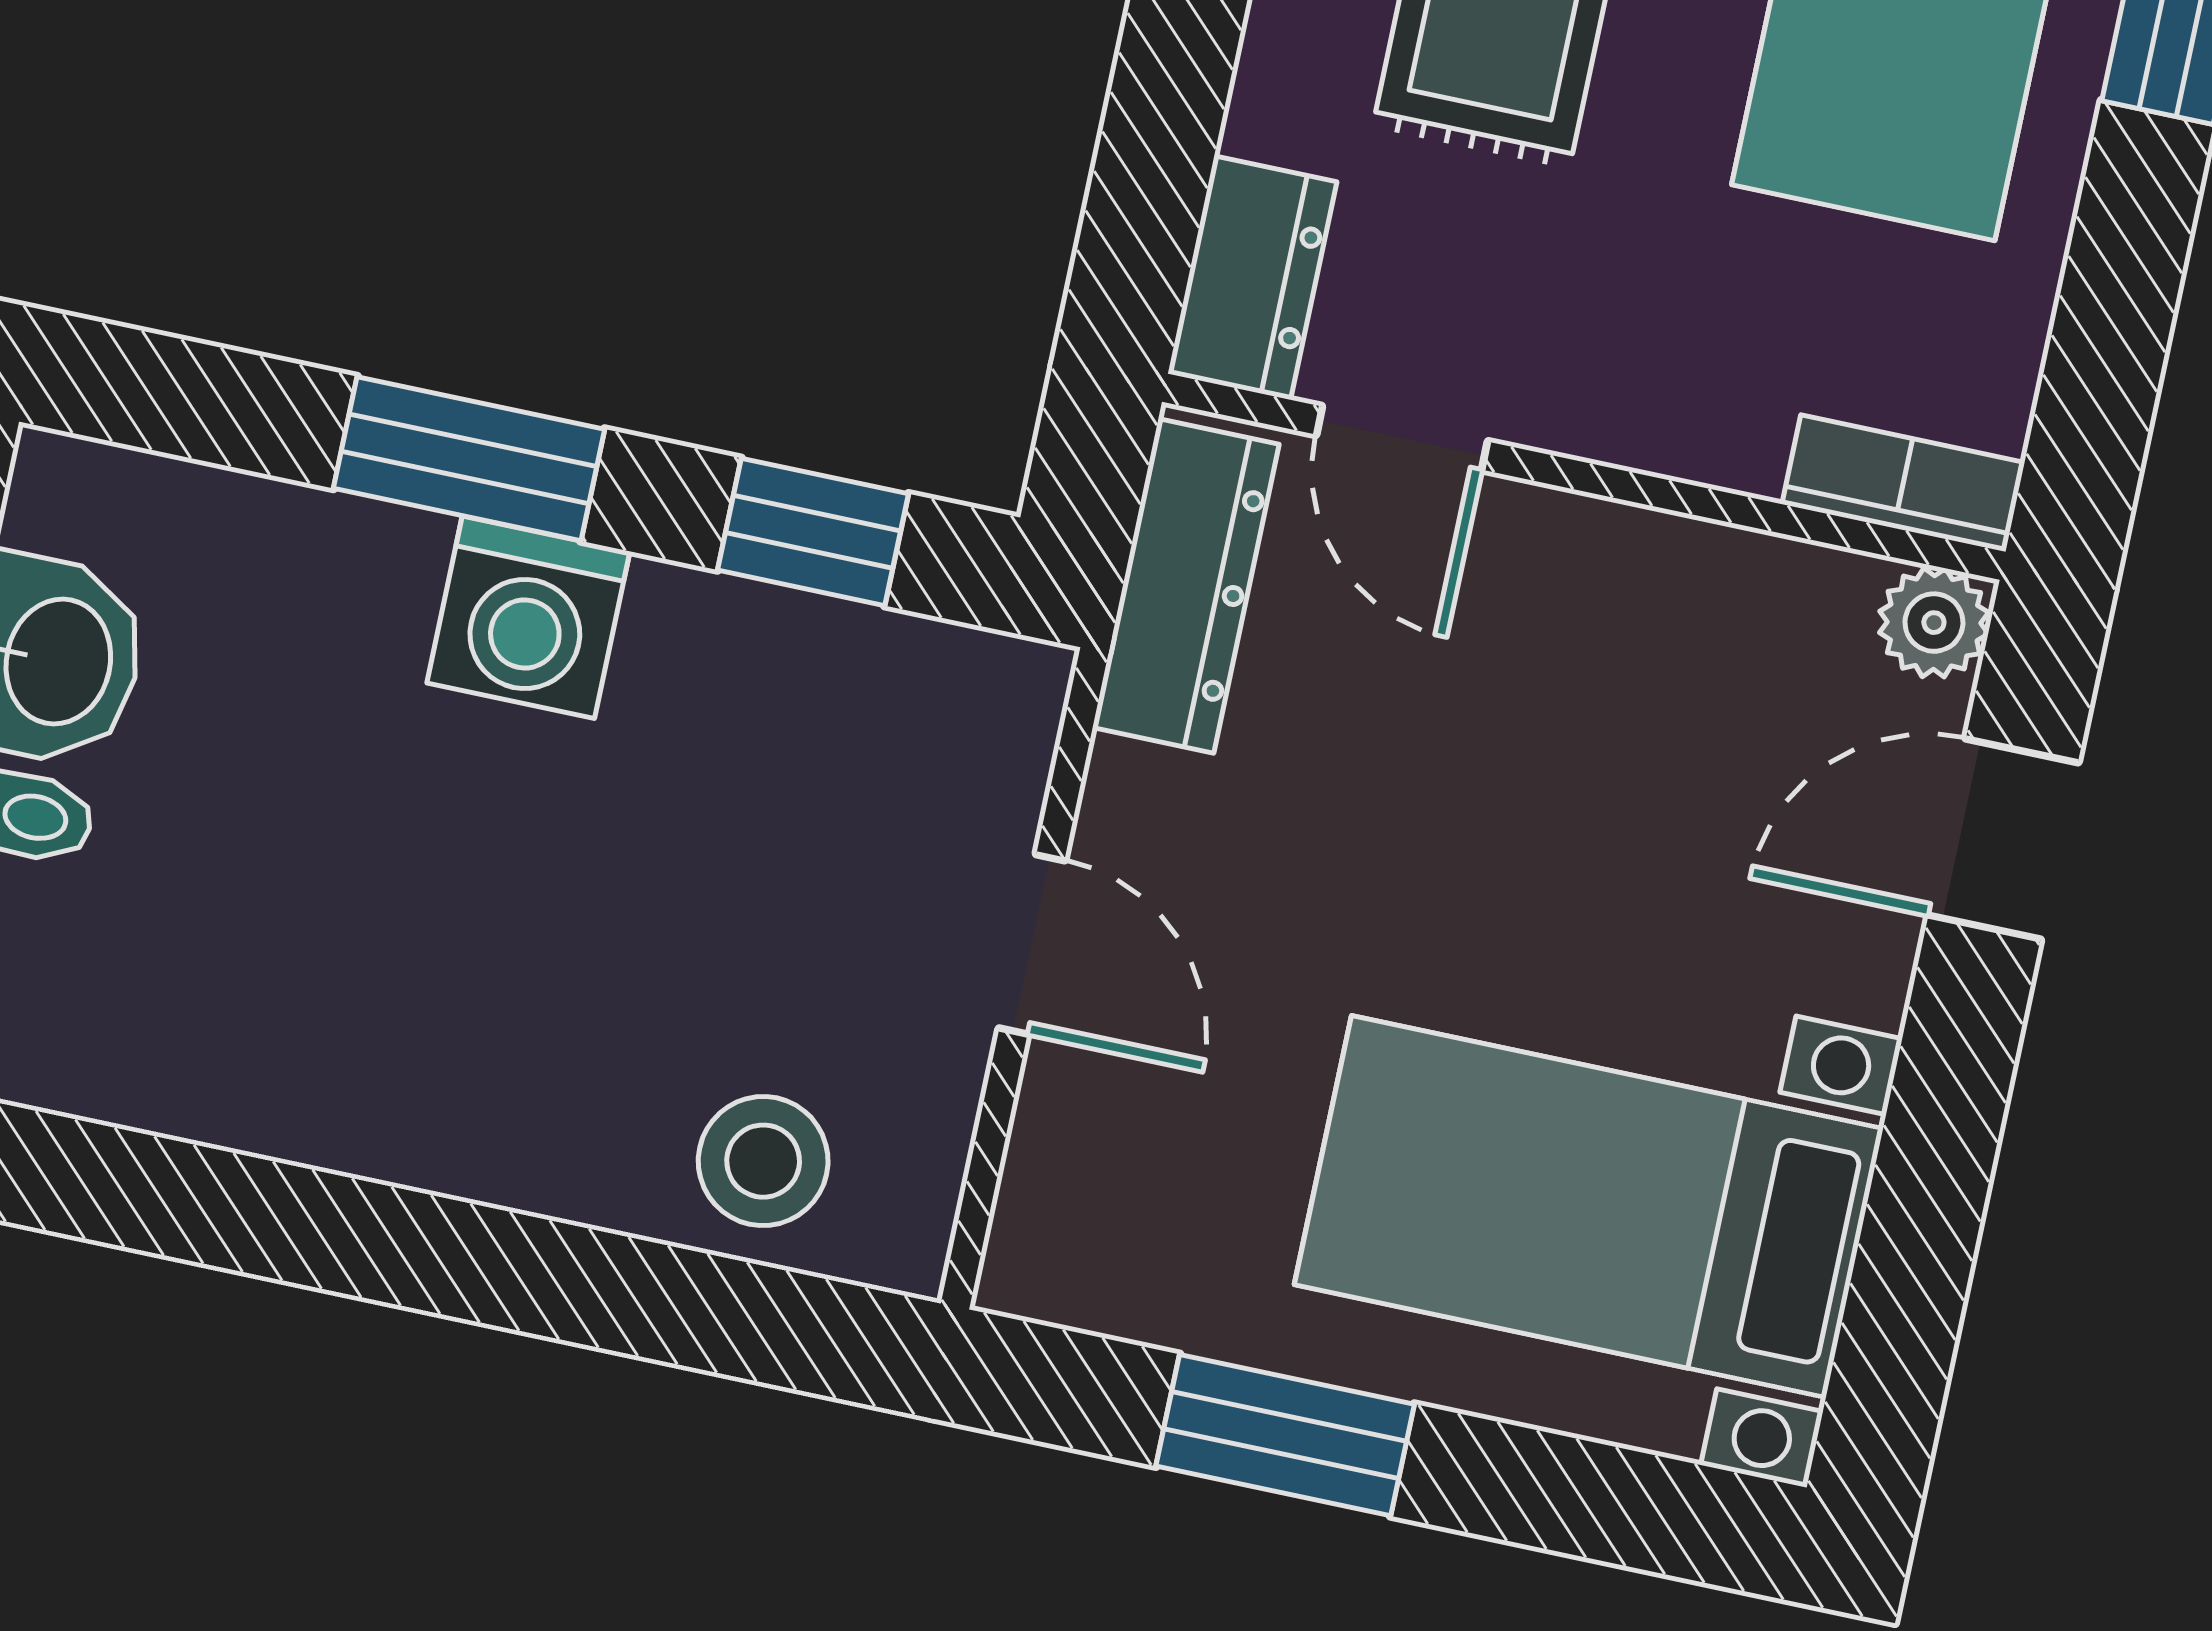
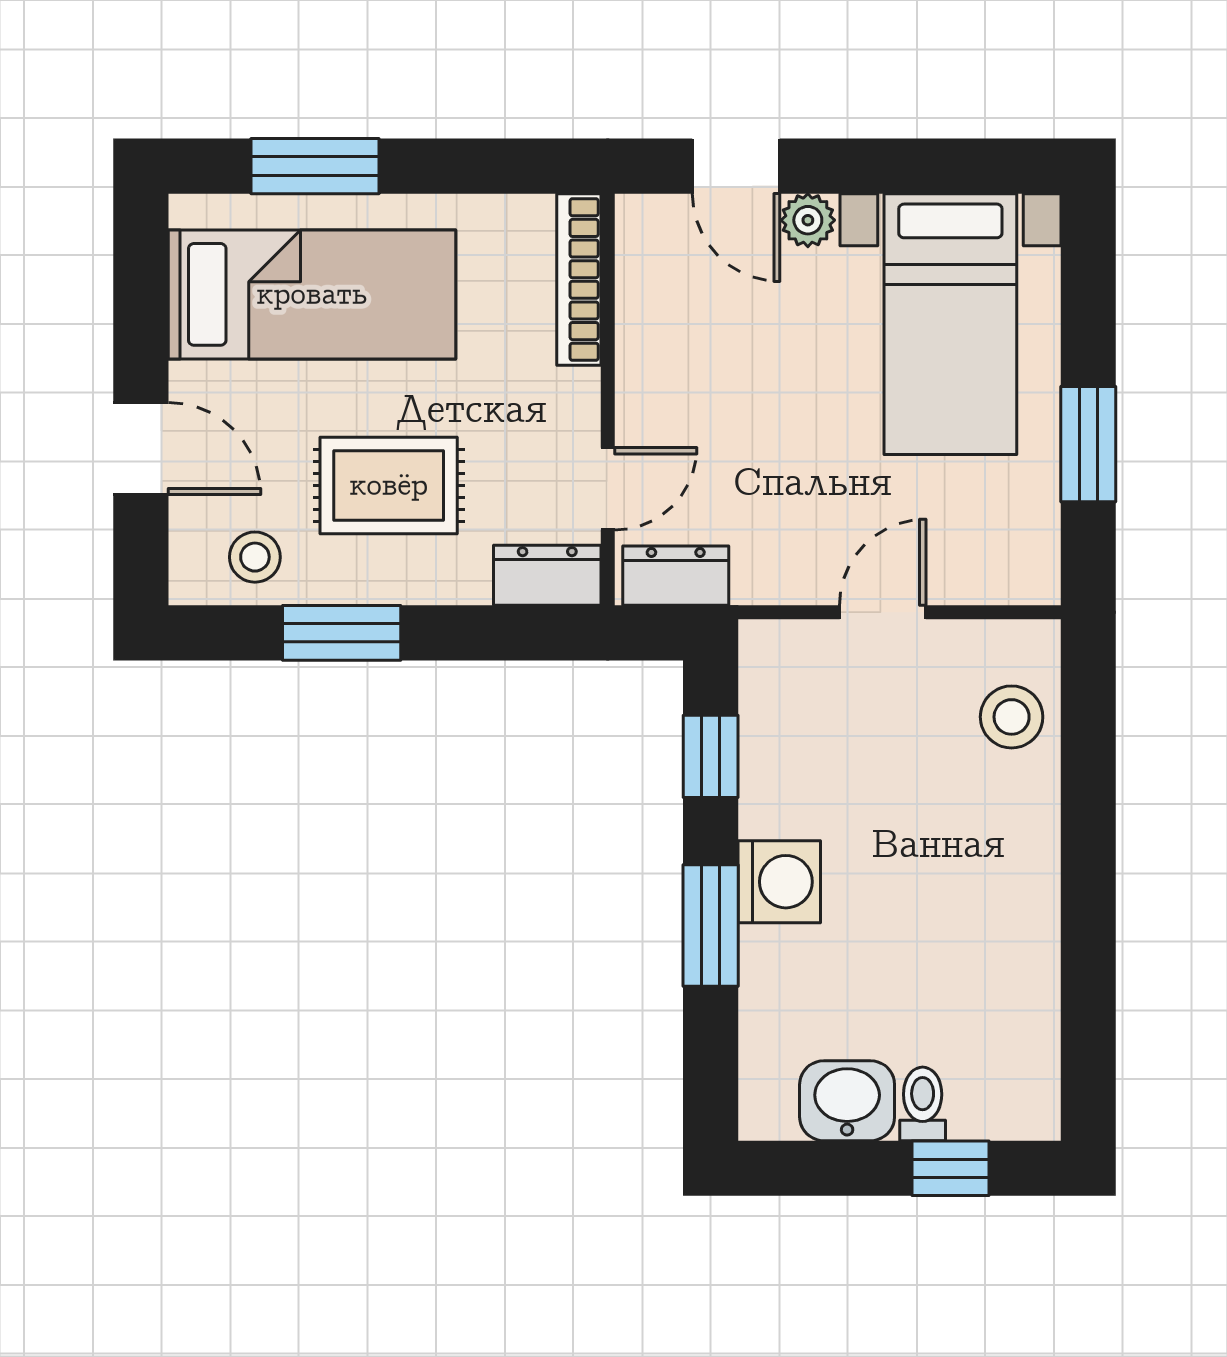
bookcase: (1903, 483) -> (579, 279), width x1.56
dresser: (1186, 586) -> (676, 576), width x0.70
plant: (1934, 623) -> (808, 220), moved

